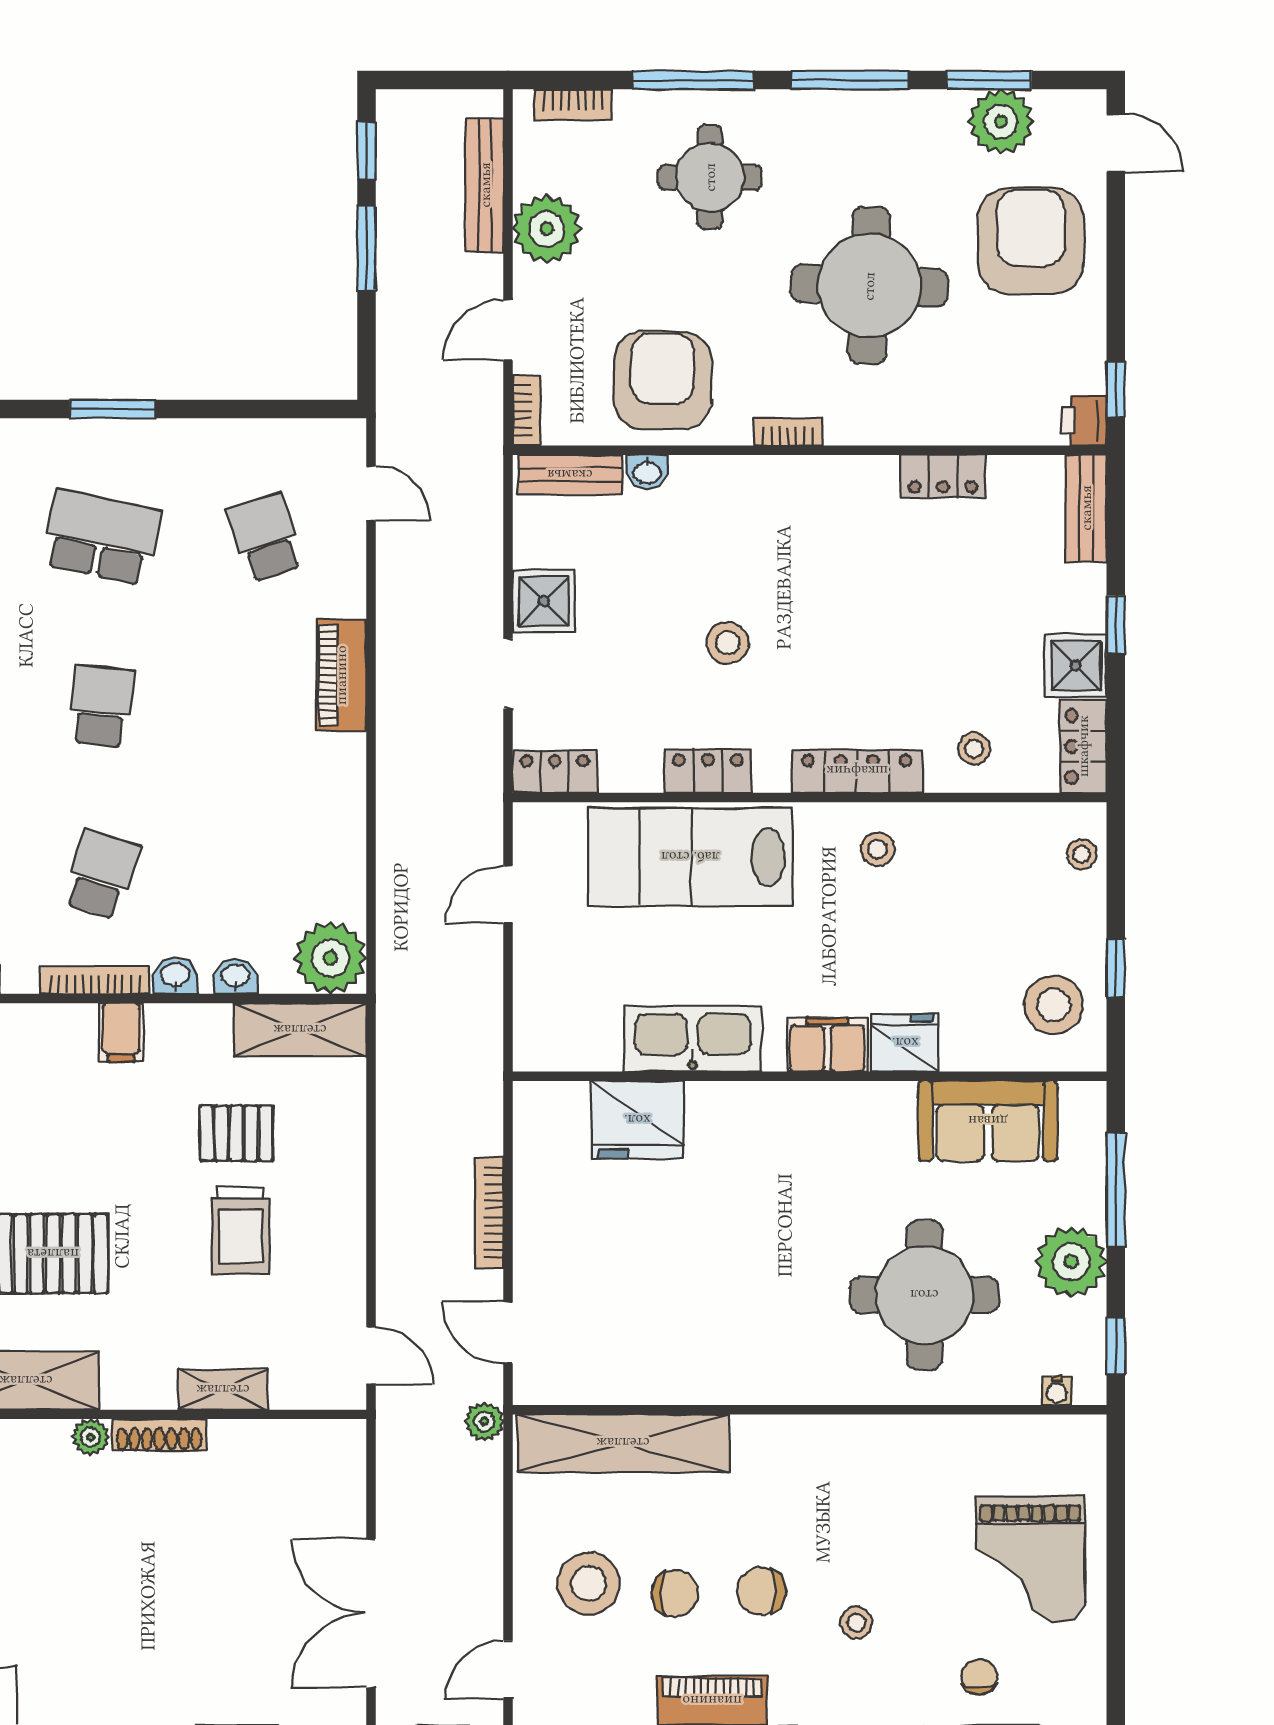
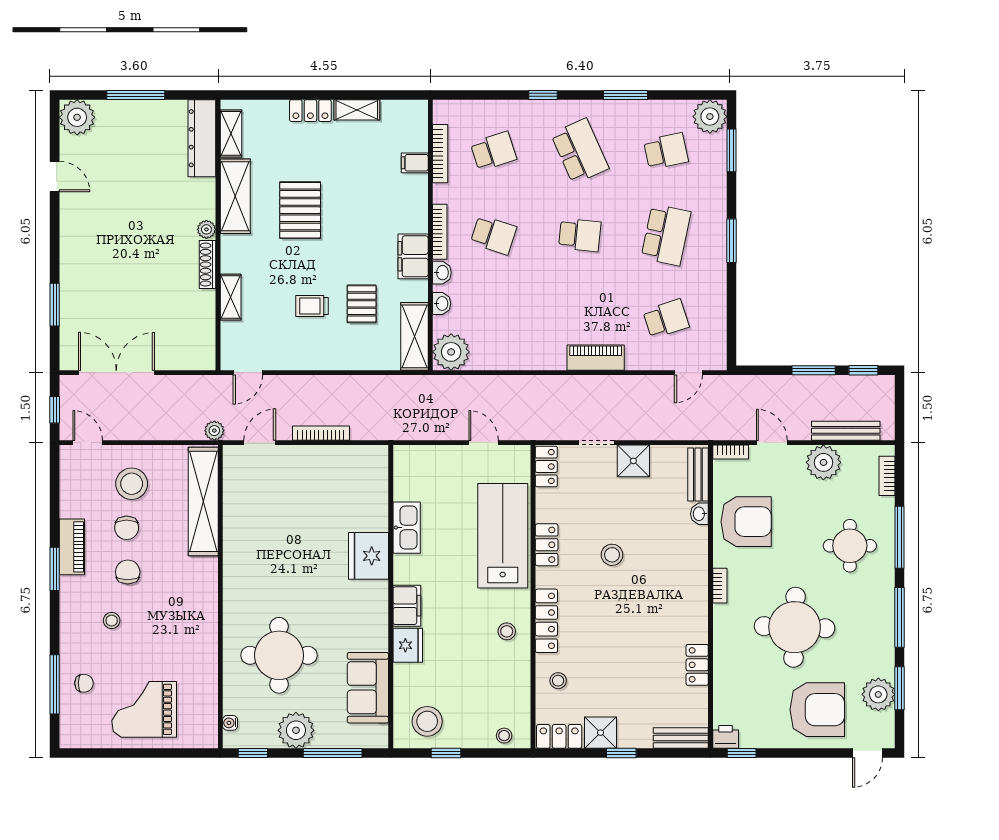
filing cabinet: (121, 1032) -> (413, 256), width x2.00
kitchen sink: (693, 1039) -> (407, 528), width x0.73, depth x0.81
fridge: (637, 1120) -> (368, 556), moved
trolley: (240, 1230) -> (312, 306), width x0.73, depth x0.72

